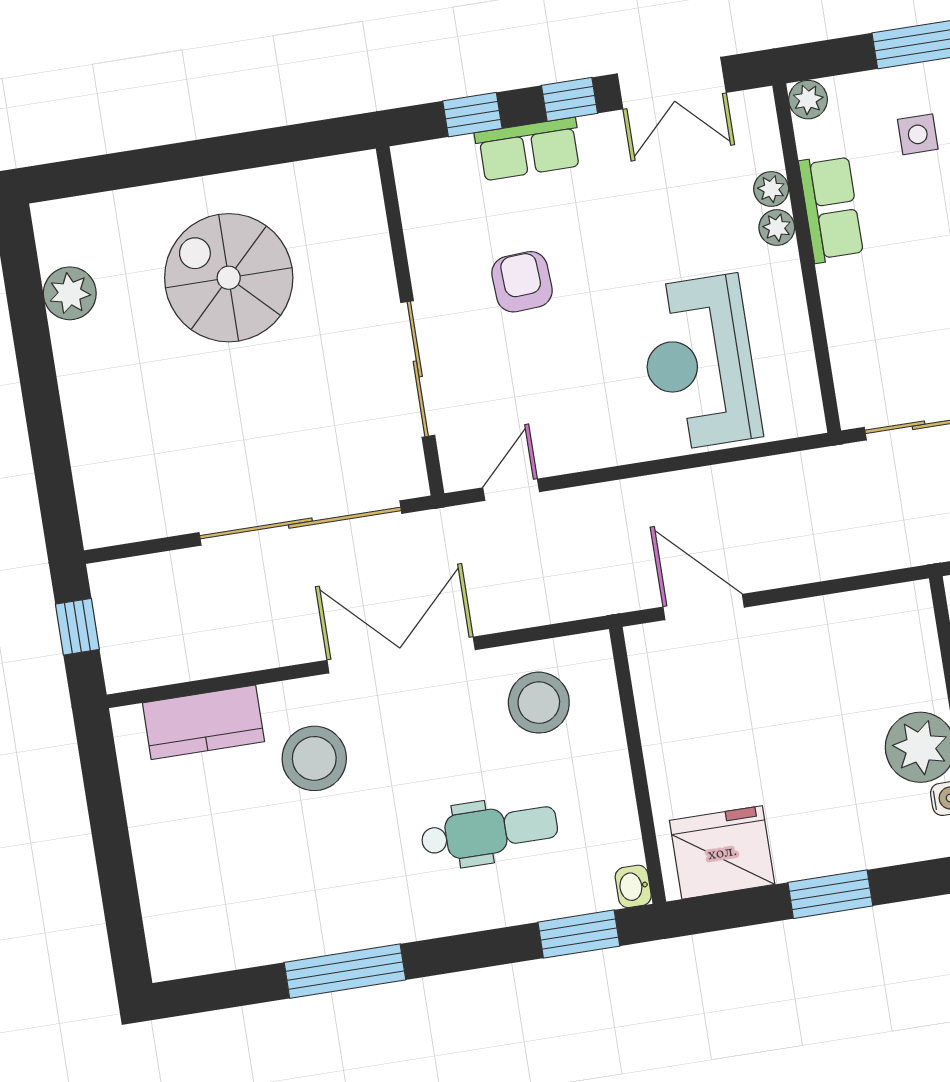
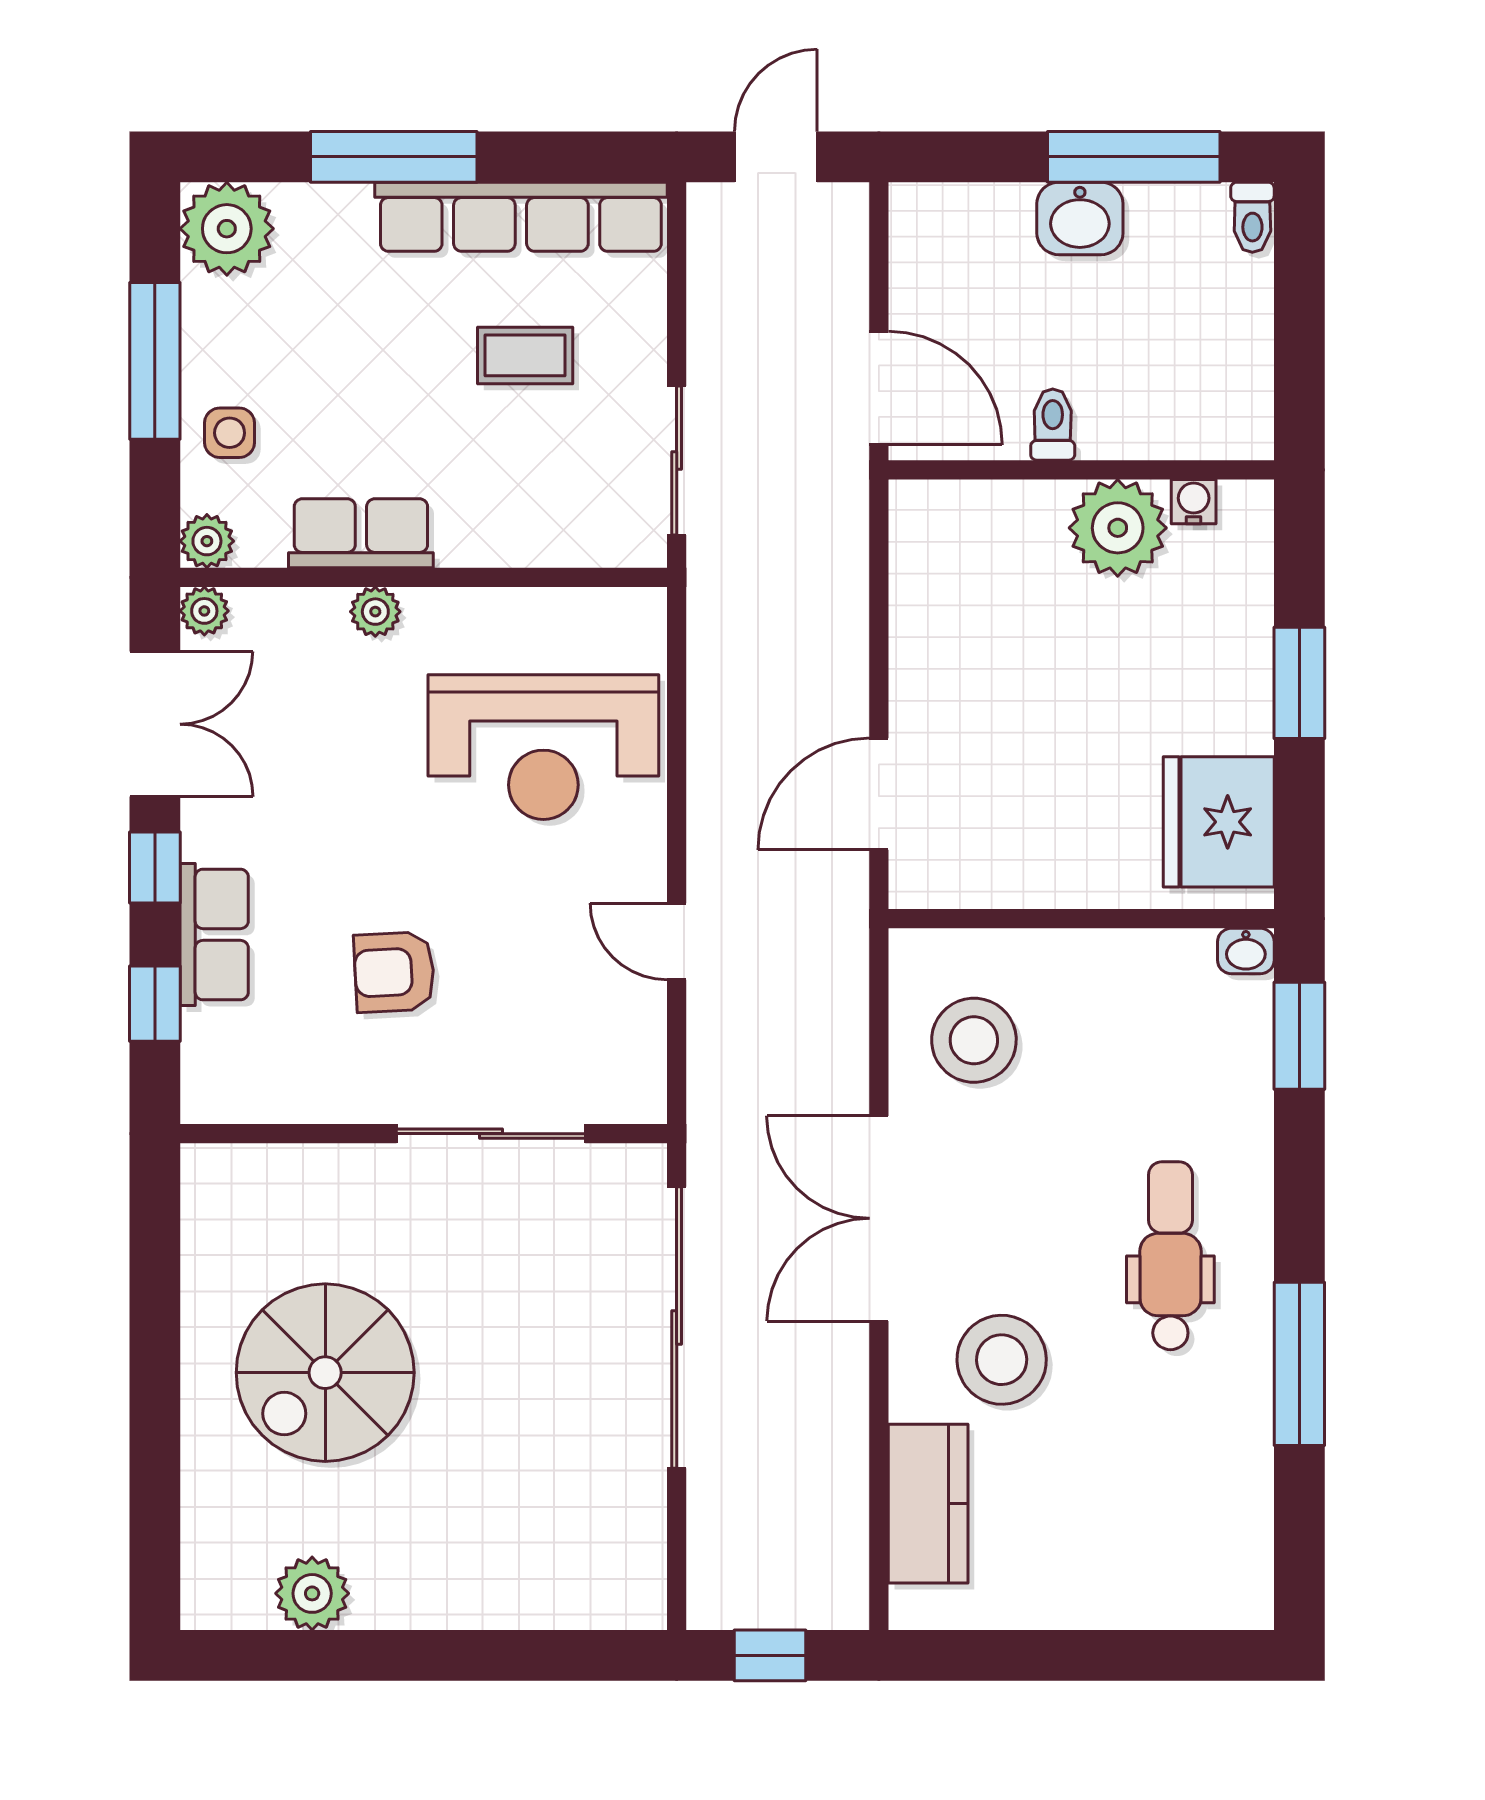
side table: (918, 134) -> (230, 433), moved
plant: (771, 189) -> (204, 611), moved
door: (511, 490) -> (677, 941), moved
dental chair: (489, 832) -> (1170, 1256), moved

